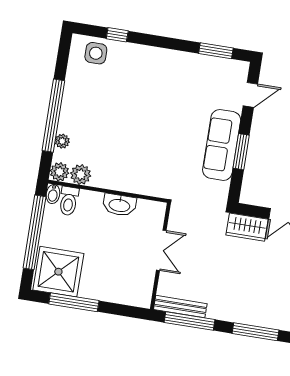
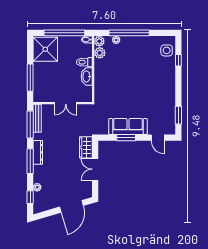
toilet: (69, 201) -> (84, 62), moved
window: (74, 302) -> (30, 78), moved
dresser: (242, 315) -> (38, 152), added

